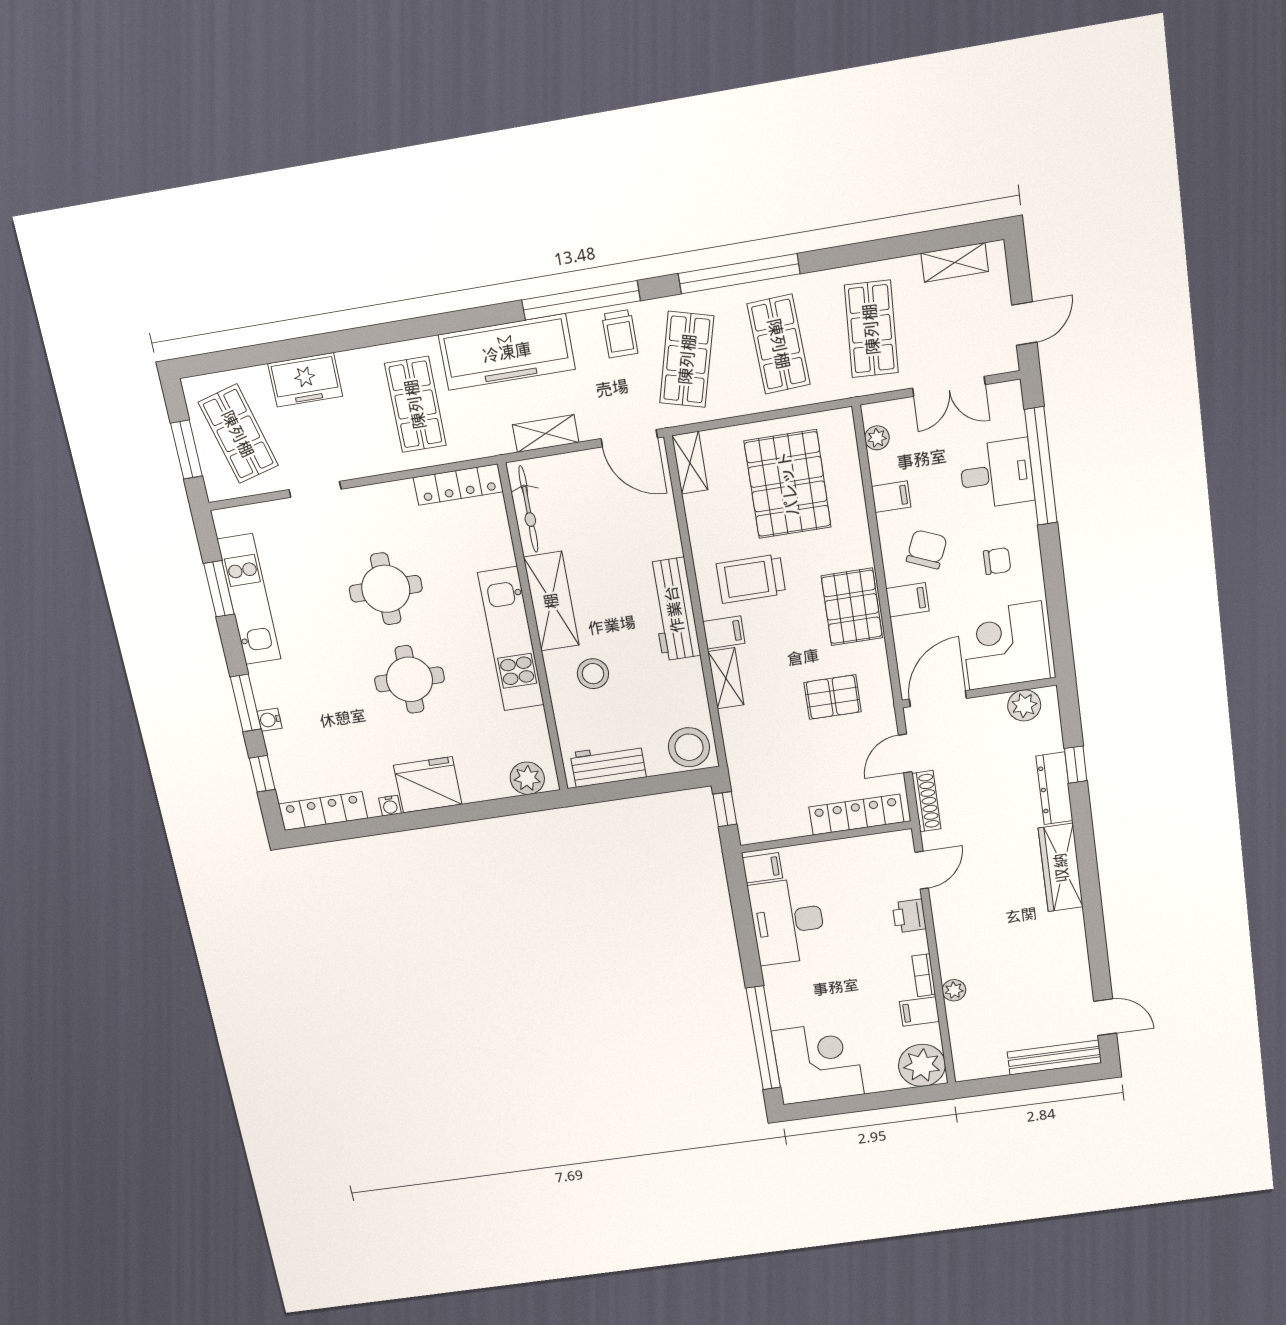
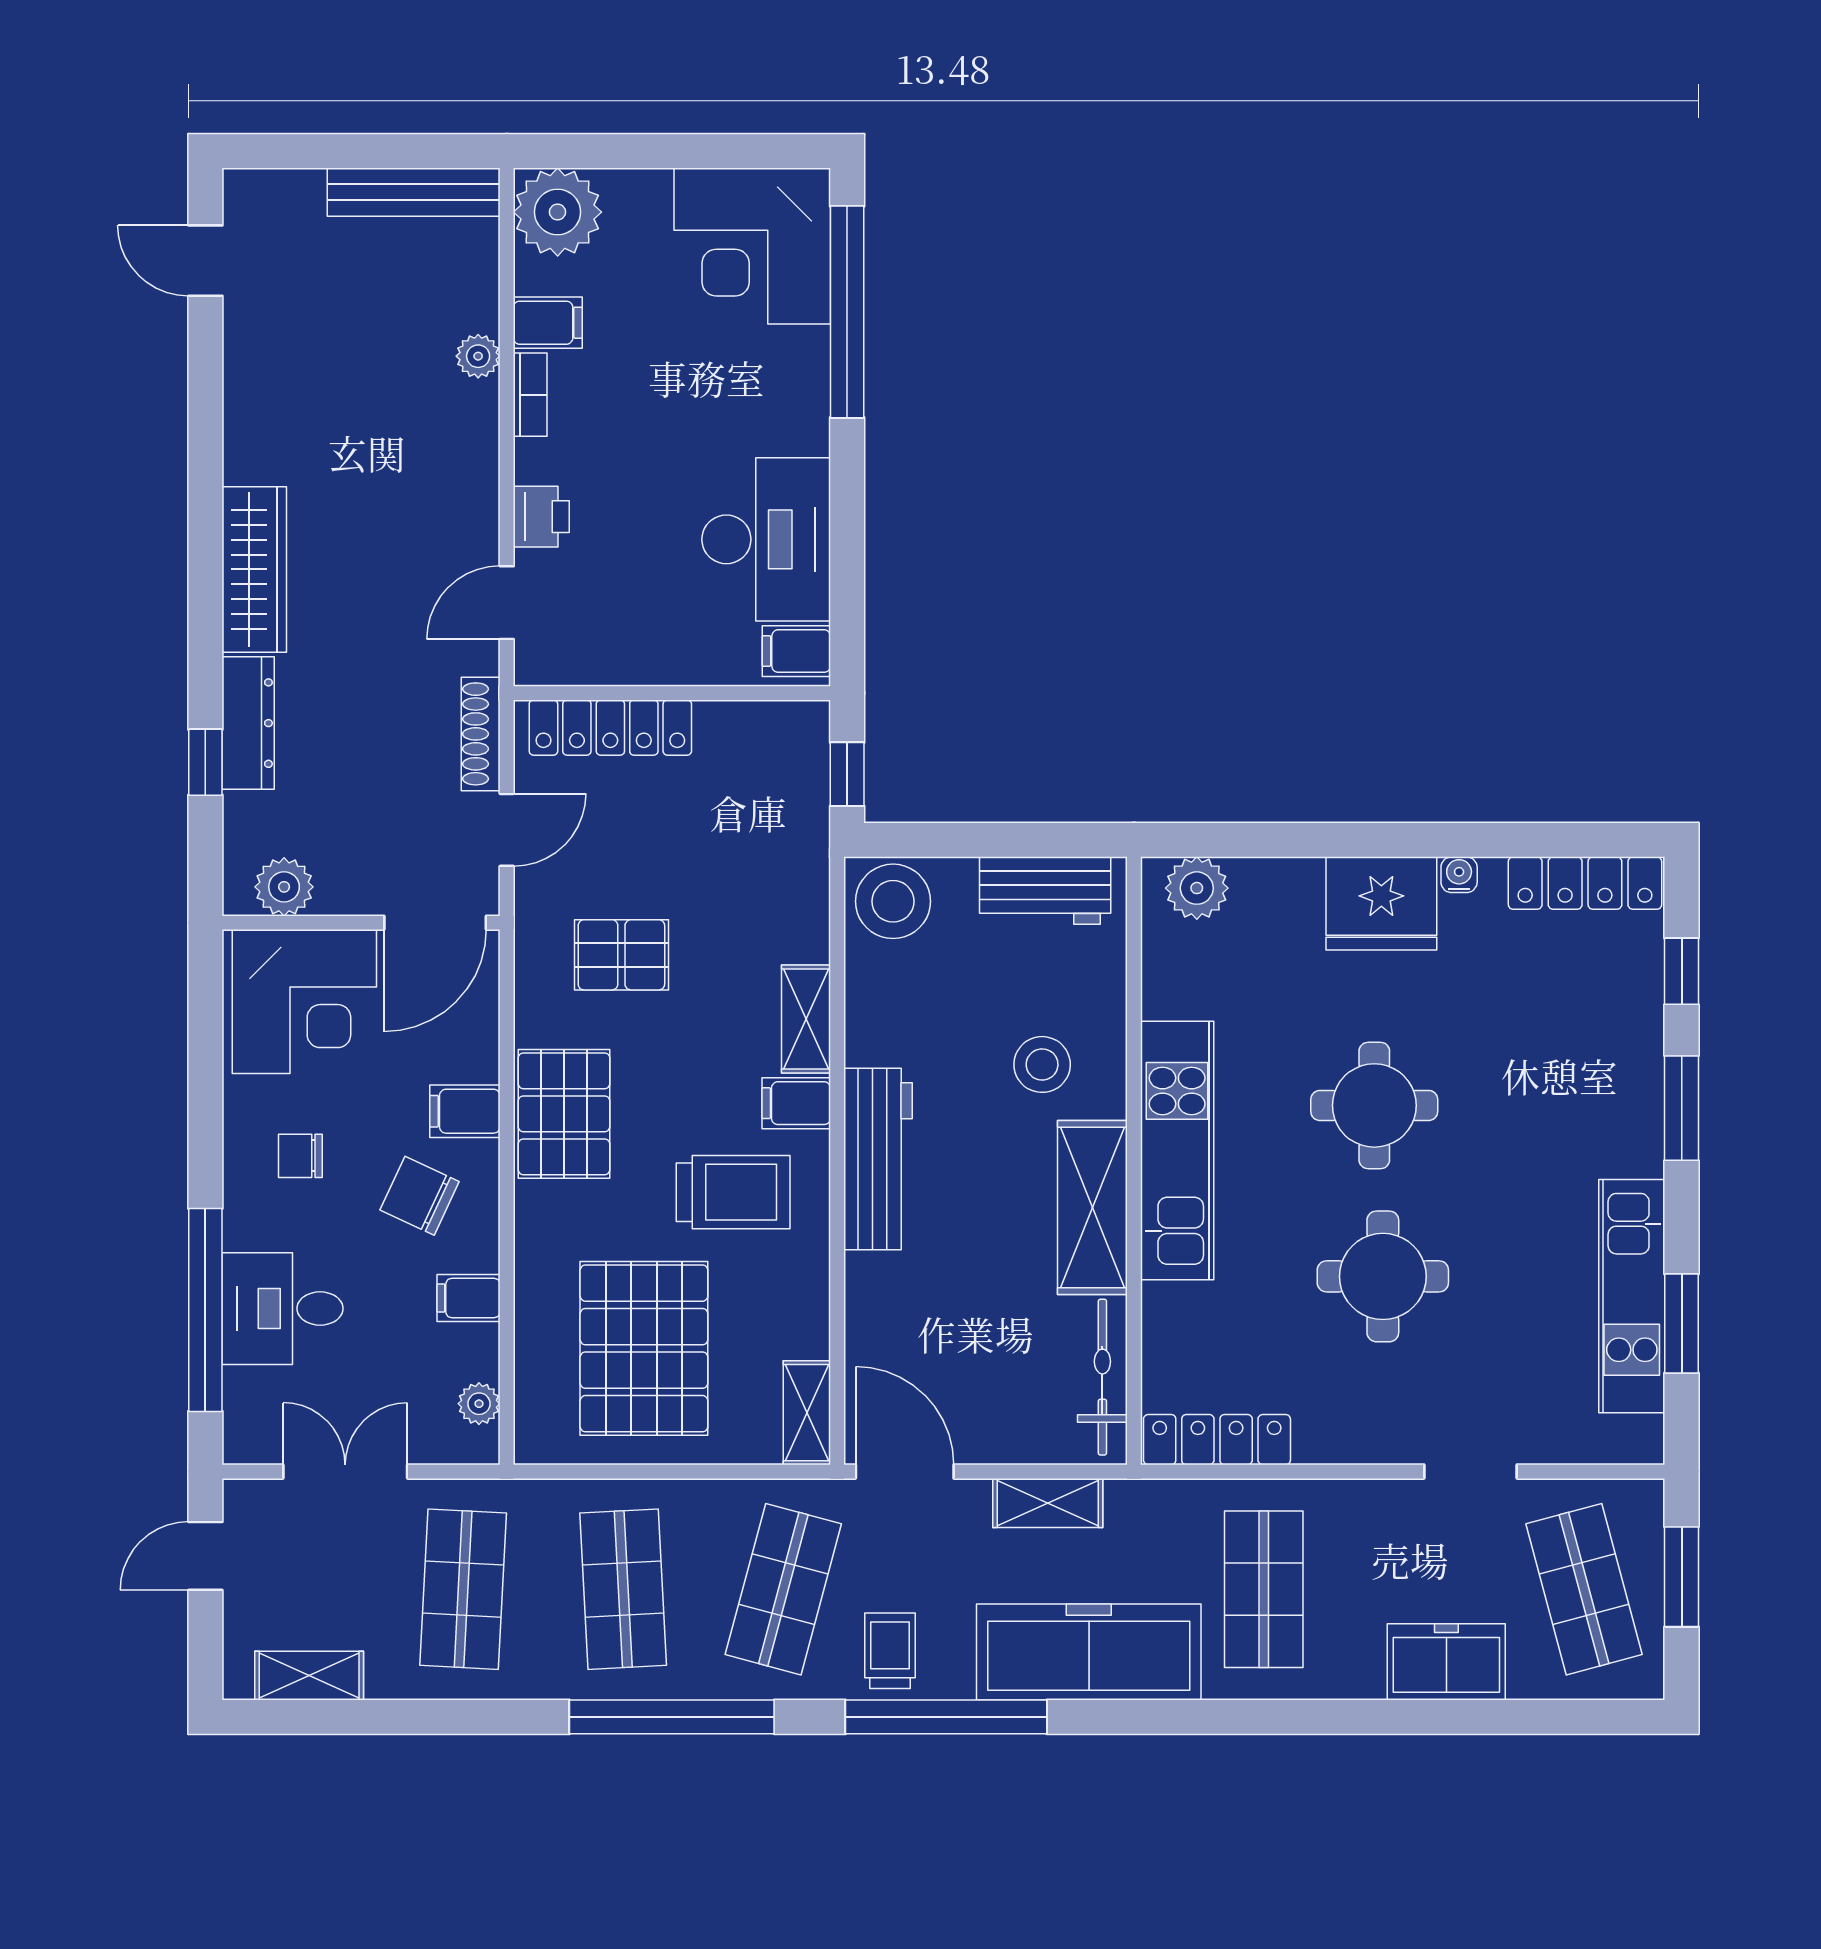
chair: (927, 549) -> (420, 1196), turned 92
water cooler: (269, 720) -> (1645, 1070), removed
bench: (1054, 1057) -> (414, 192), moved

